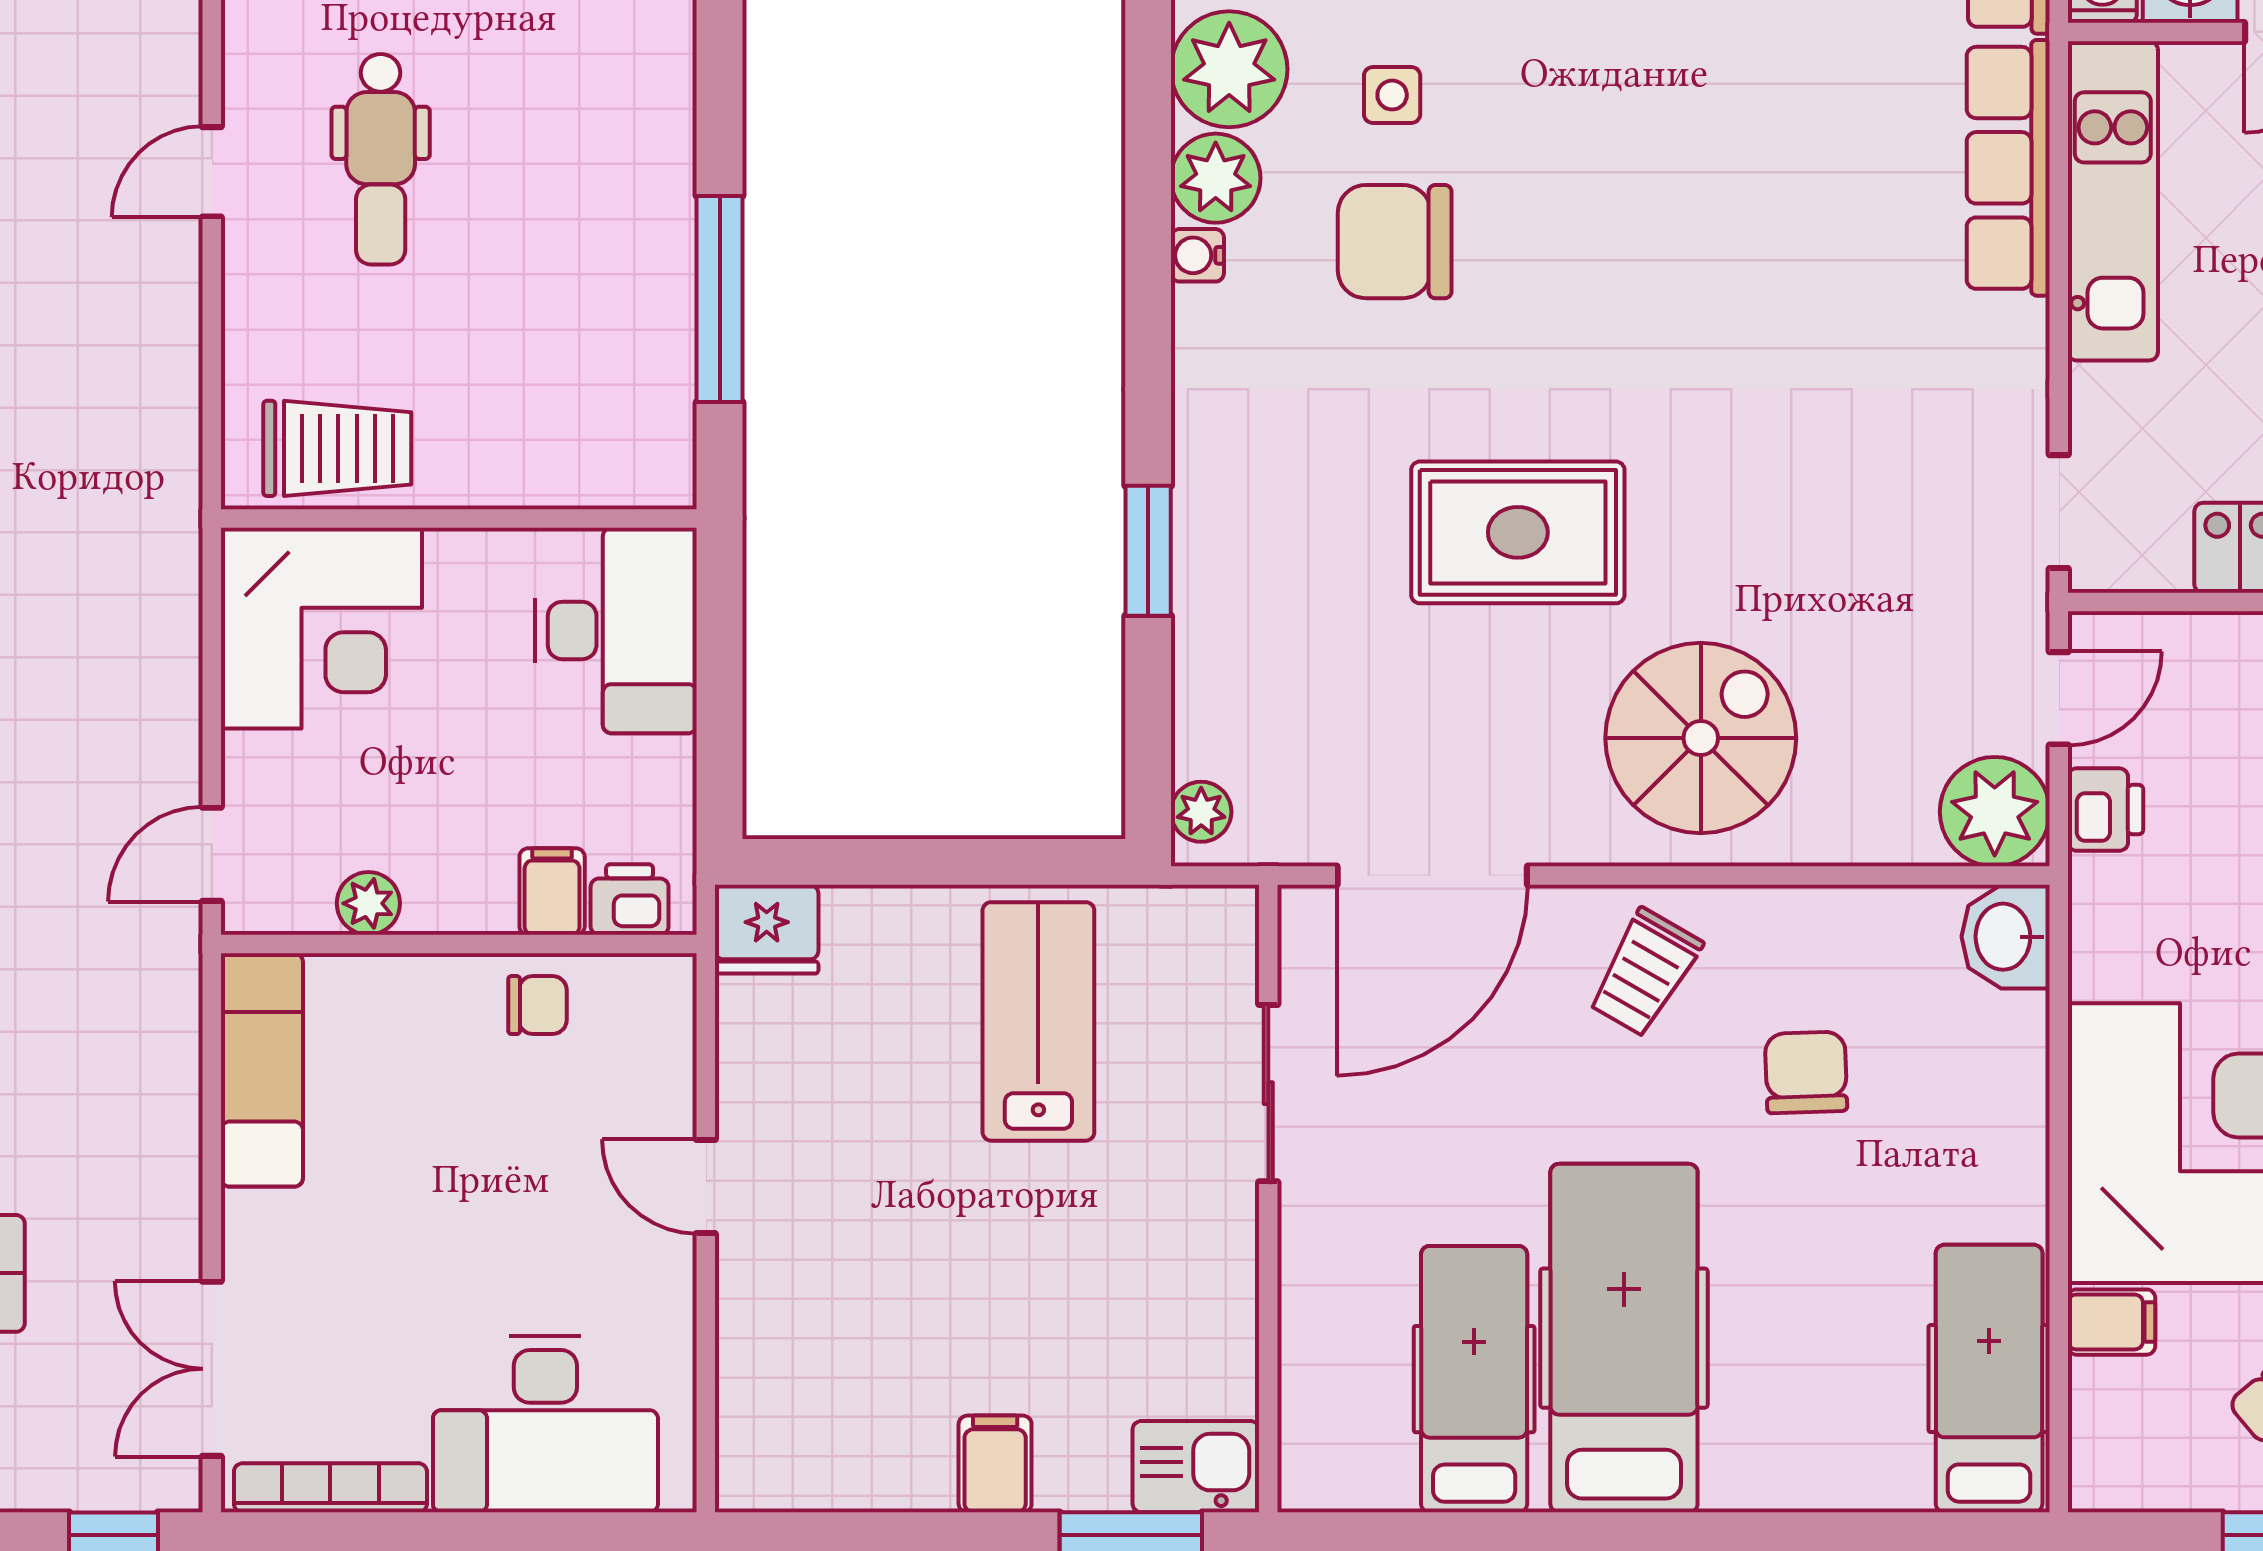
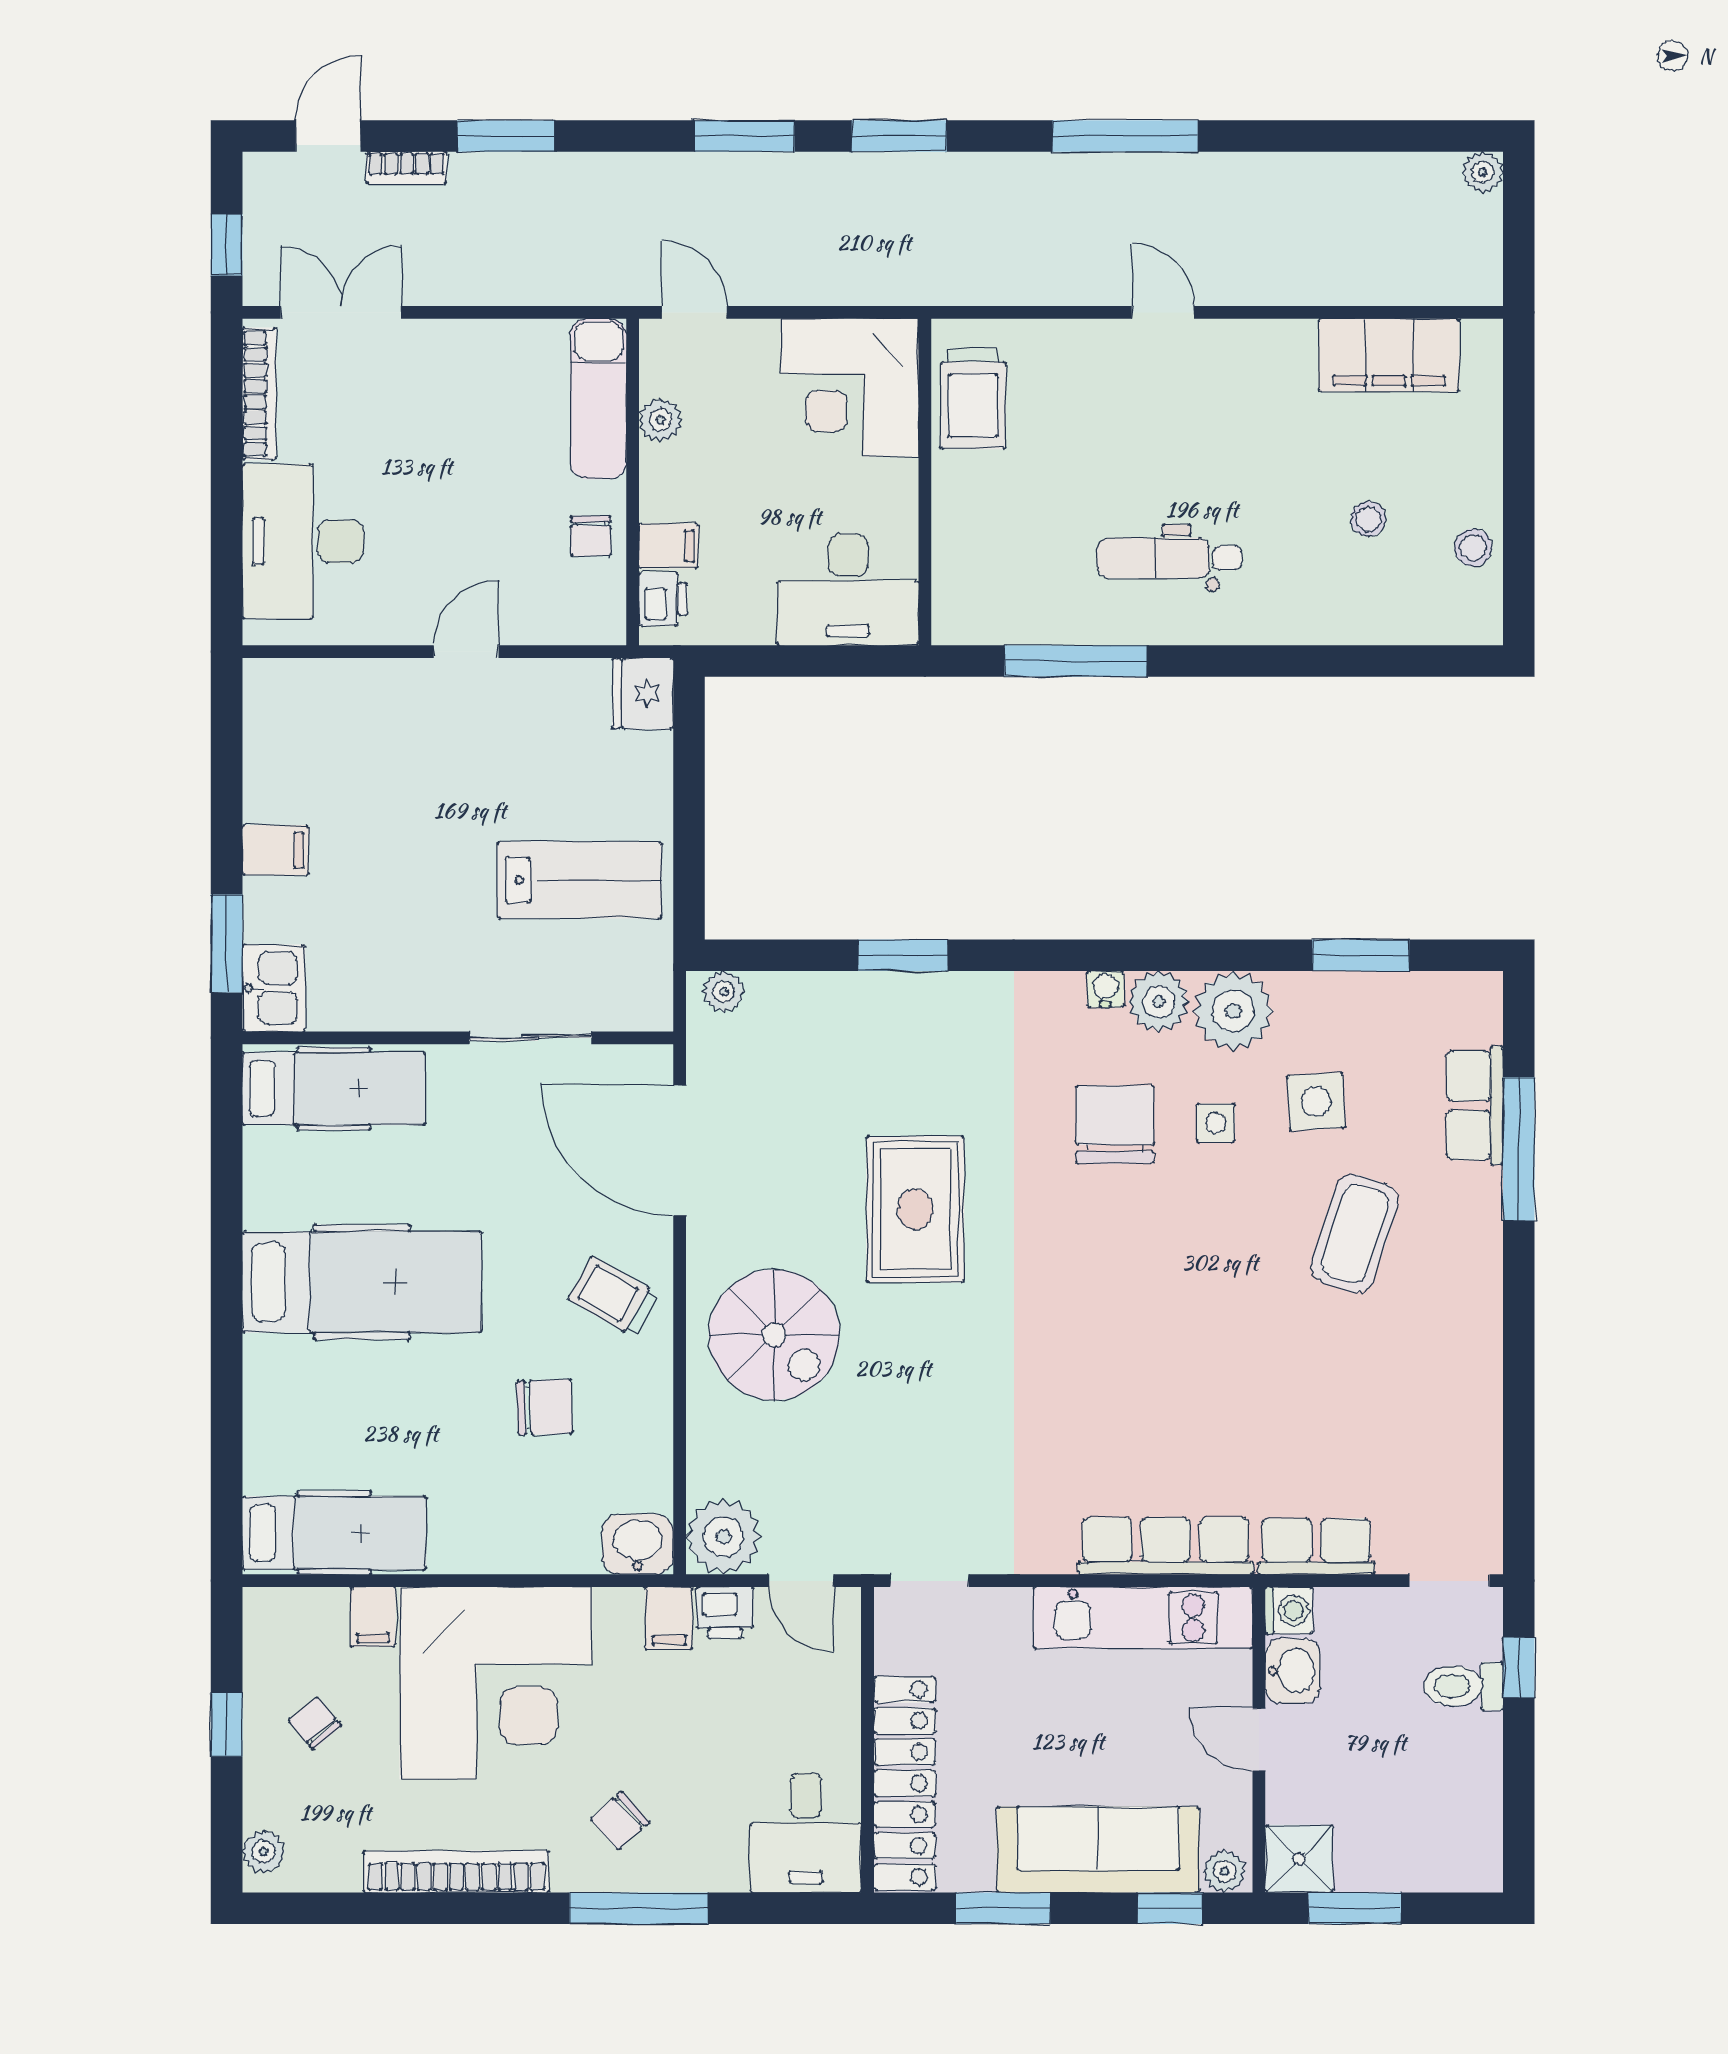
dental chair: (381, 159) -> (1169, 558), moved
filing cabinet: (2113, 891) -> (669, 1618), added
exam couch: (262, 1070) -> (598, 399), moved, turned 90
hospital bed: (1474, 1379) -> (334, 1089), moved

